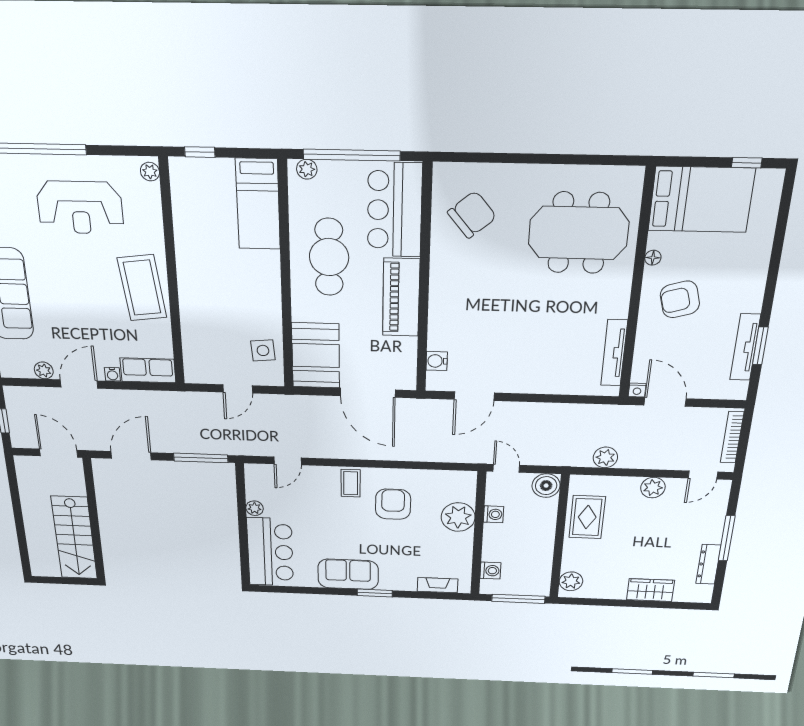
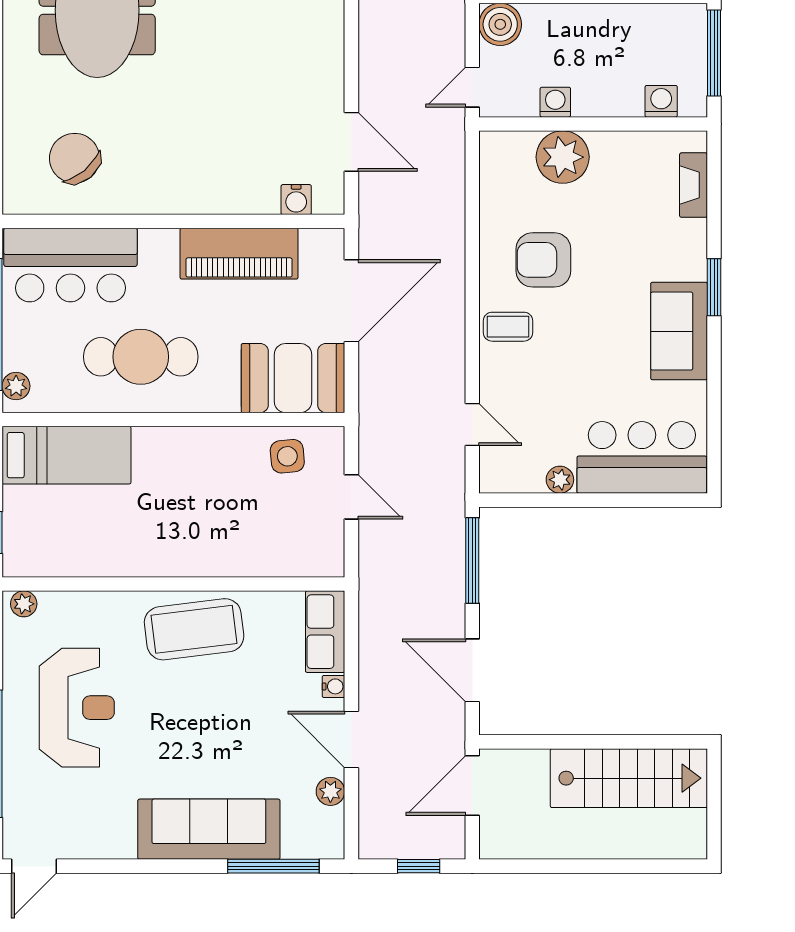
piano: (401, 297) -> (239, 254), moved

